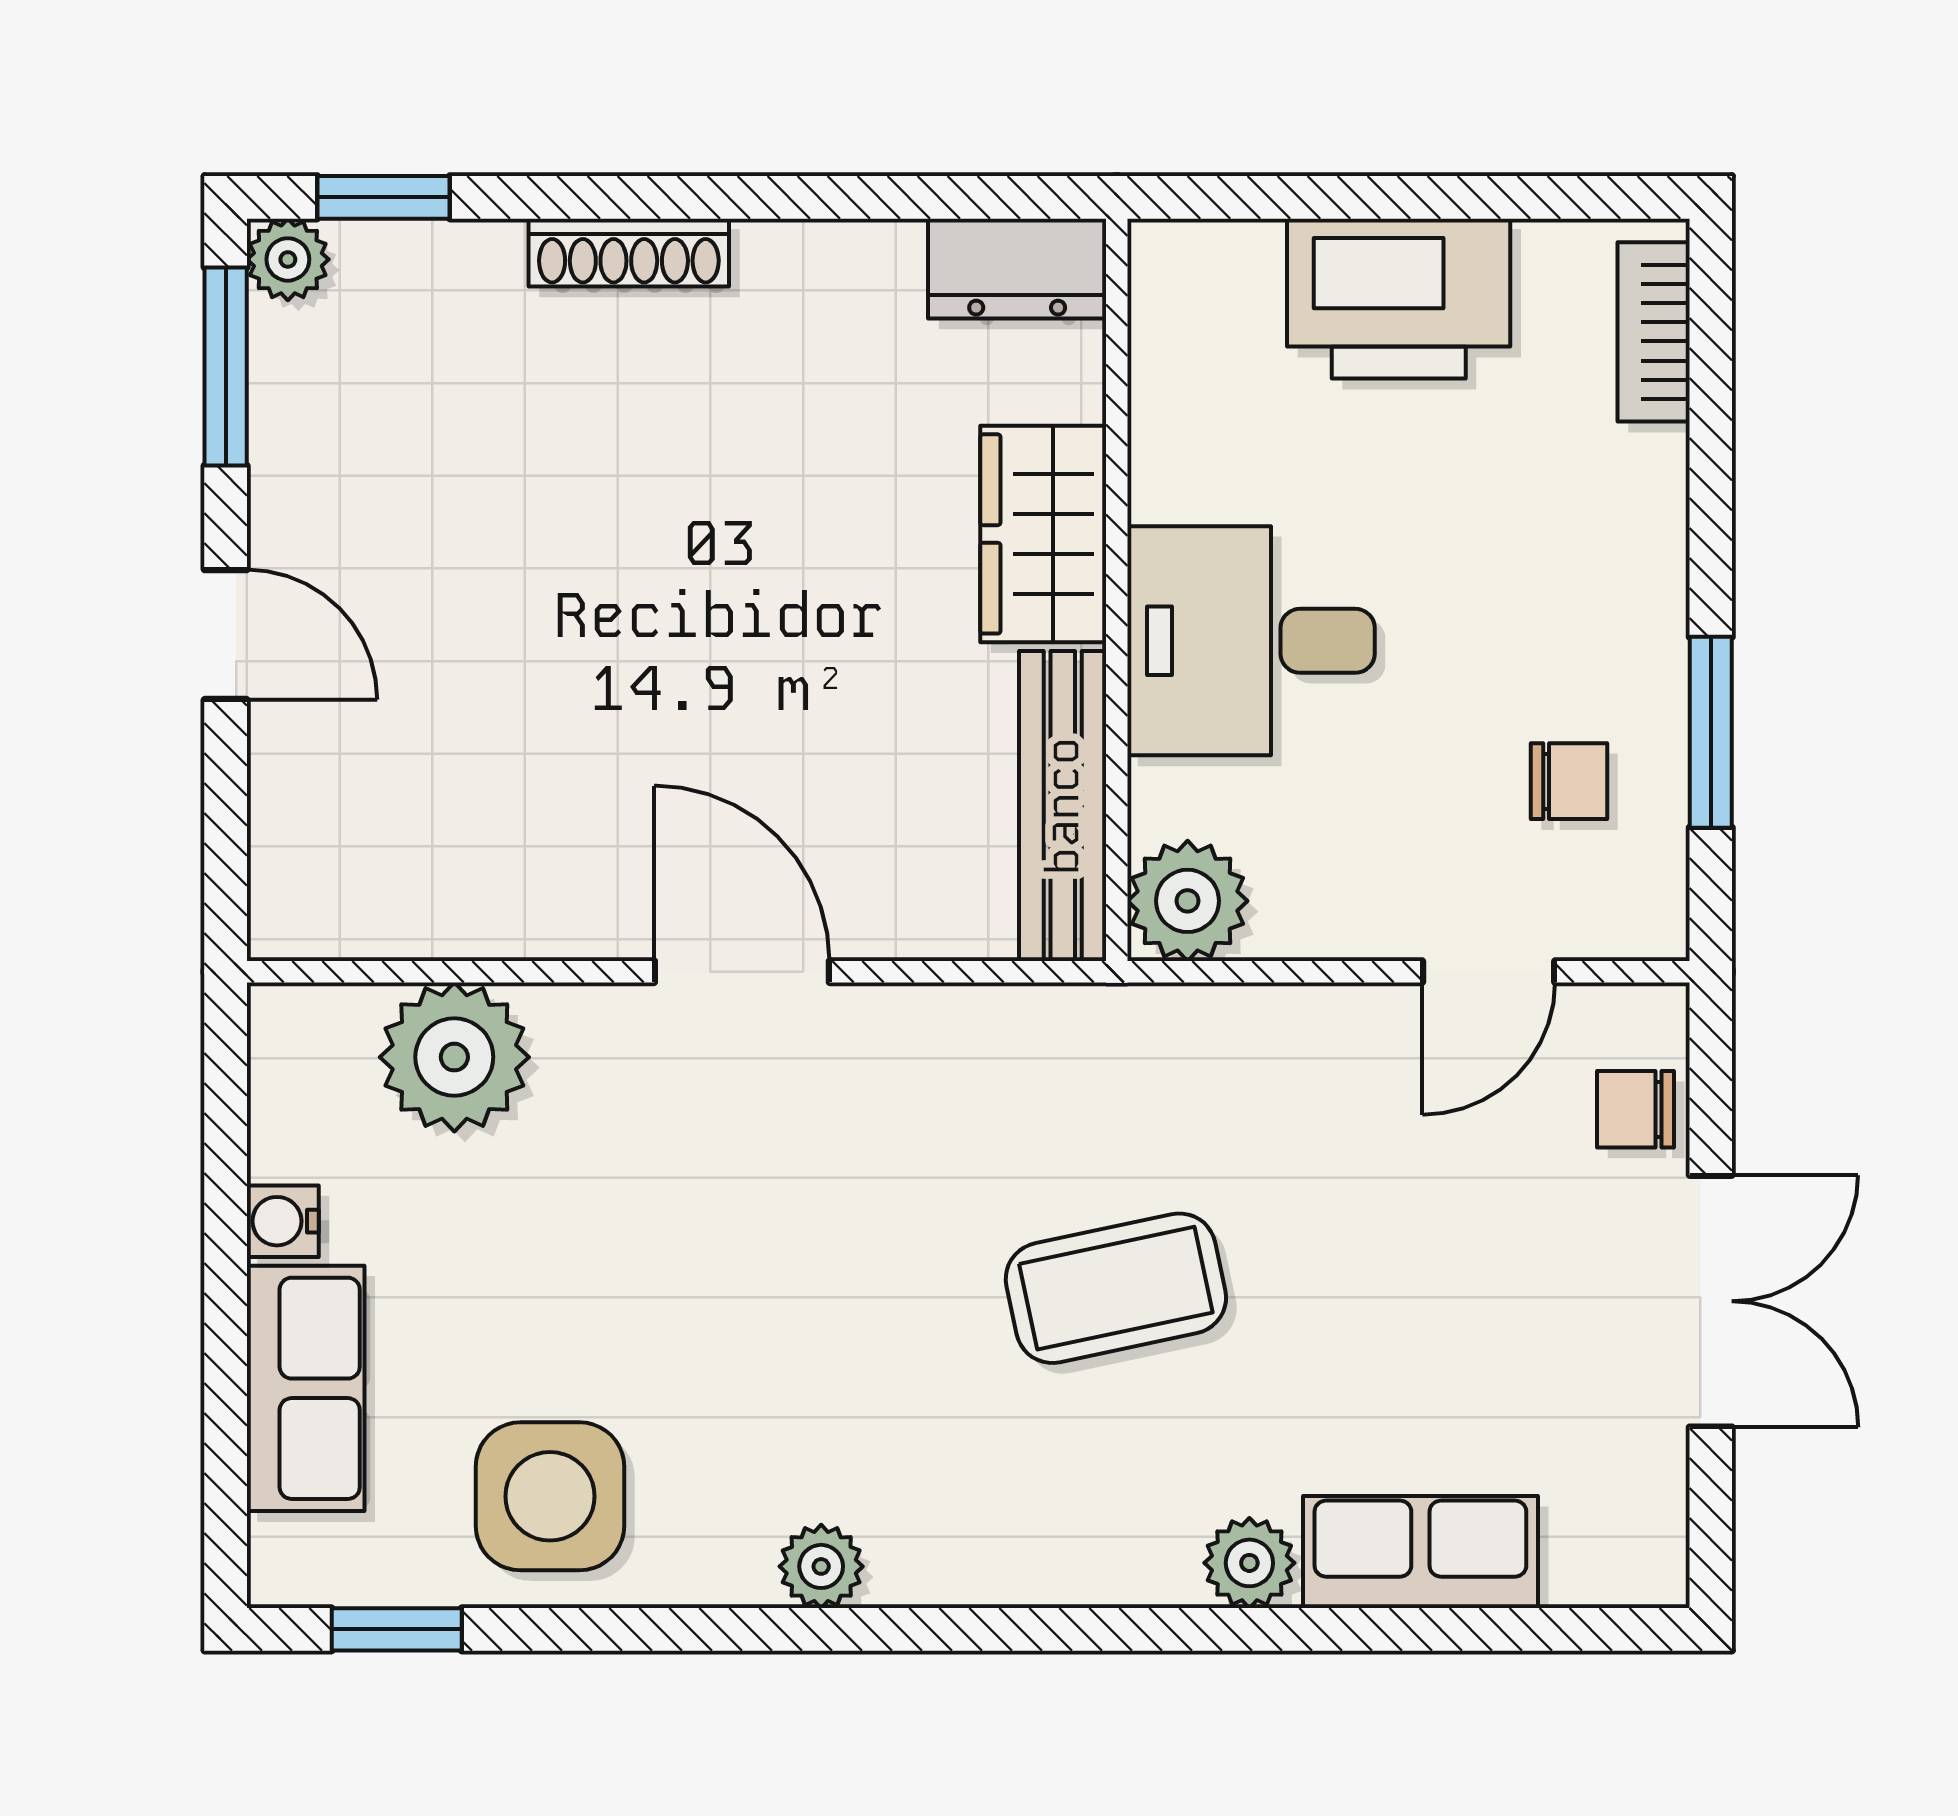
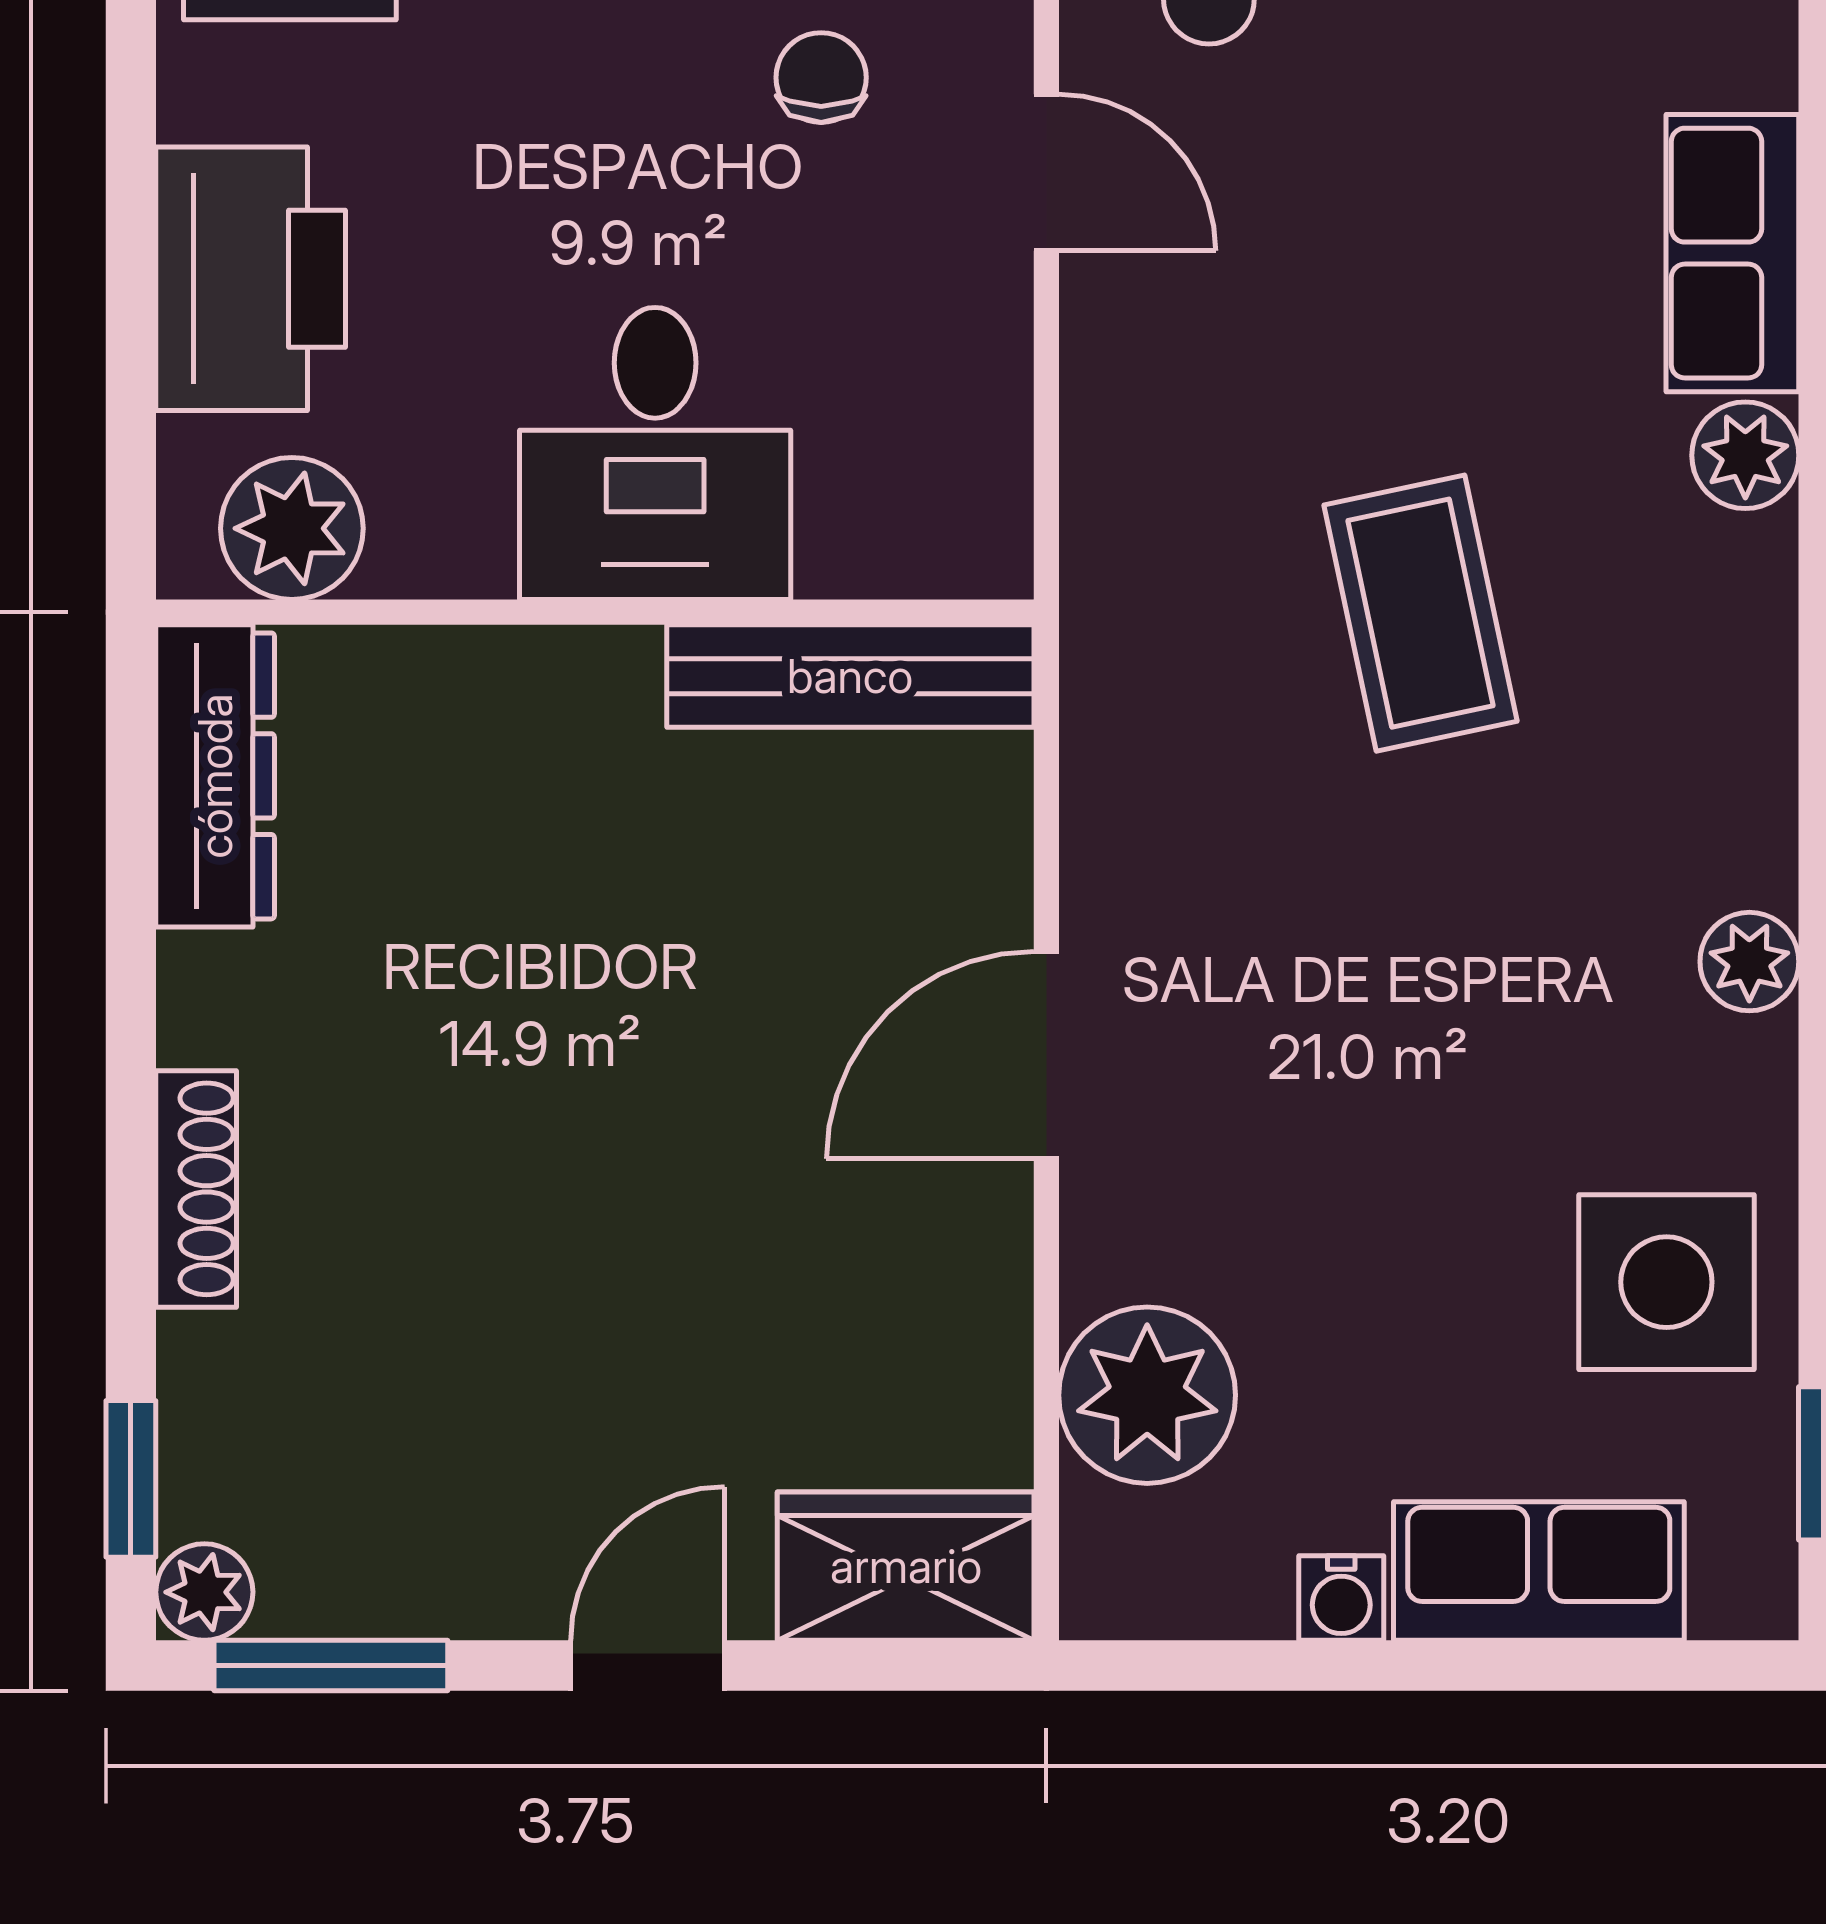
dresser: (1017, 269) -> (215, 776), width x1.44
wardrobe: (1043, 534) -> (906, 1566), moved, turned 180
plant: (1188, 901) -> (292, 528), moved

